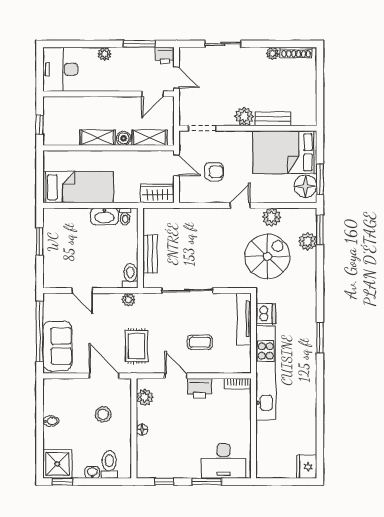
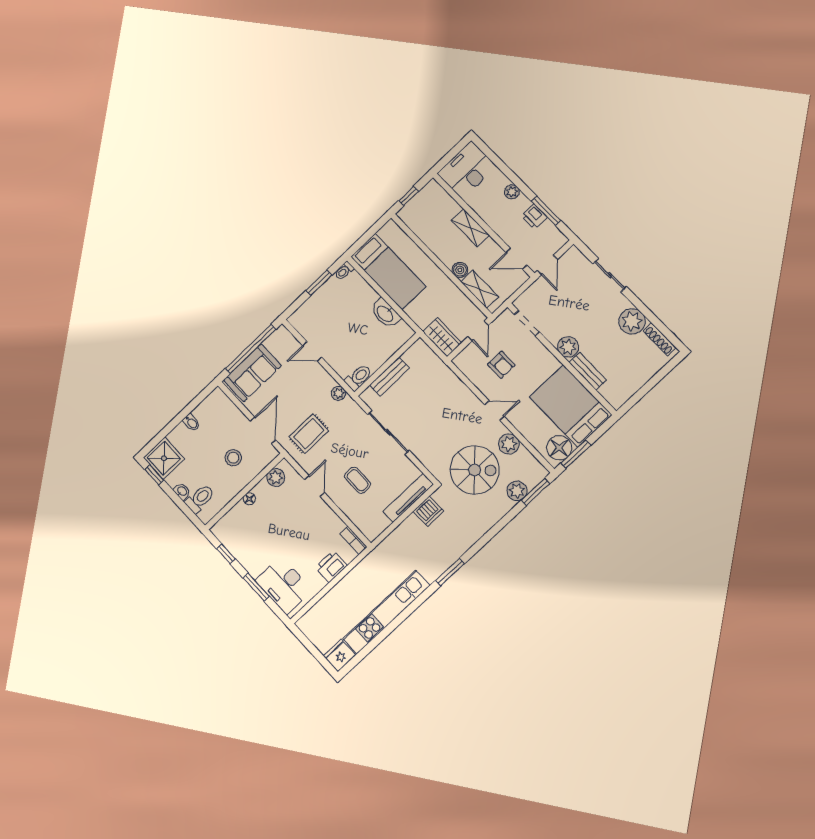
plant: (273, 53) -> (632, 321), width x1.88, depth x1.88
printer: (165, 55) -> (534, 217), moved
shelving: (98, 138) -> (470, 228), moved
toilet: (125, 216) -> (344, 271), moved
door: (82, 291) -> (312, 351), hinge flipped
kitchen unit: (266, 373) -> (386, 612), moved, turned 180
printer: (199, 388) -> (331, 566), moved, turned 90

